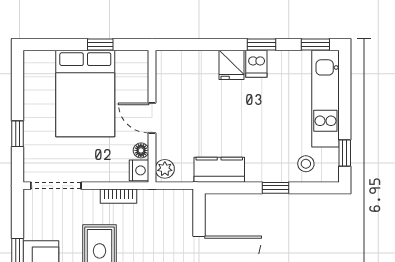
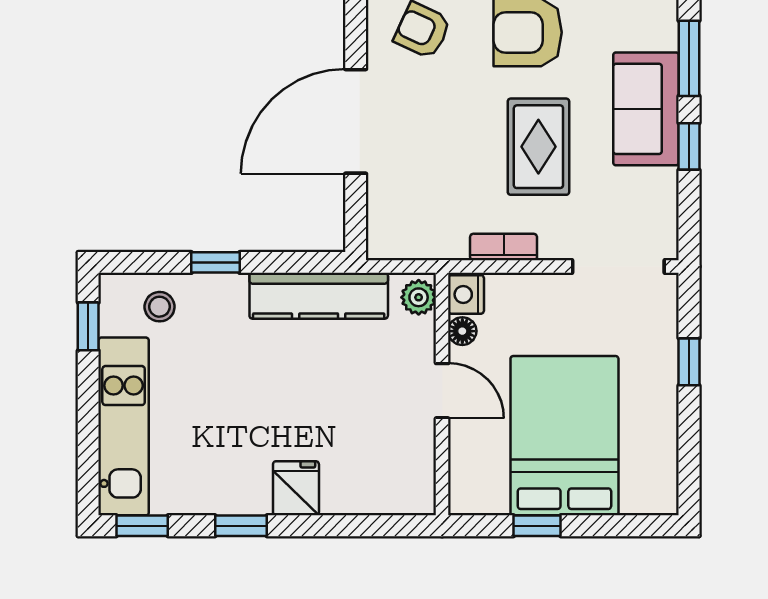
dishwasher: (256, 64) -> (250, 490), removed
kitchen counter: (219, 170) -> (319, 296), width x1.50

